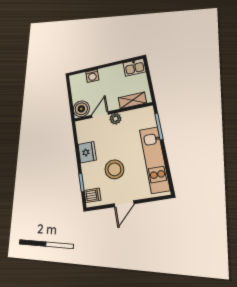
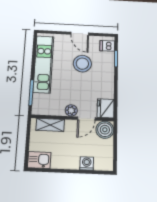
fridge: (87, 152) -> (106, 108), moved
door: (124, 204) -> (80, 34), swing flipped

